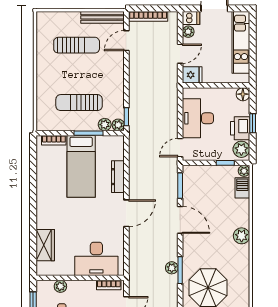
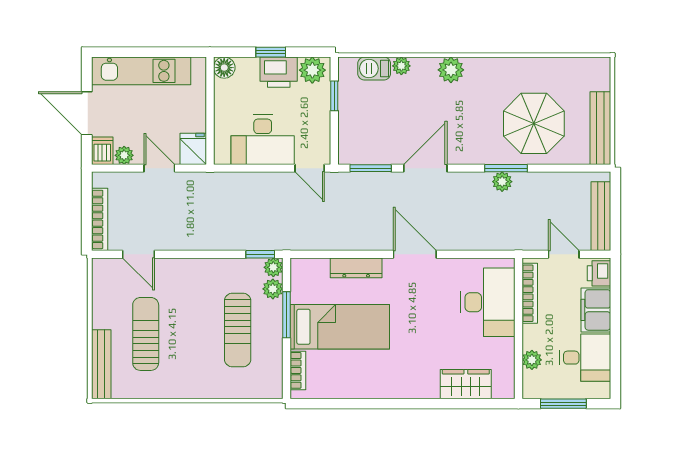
bench: (103, 17) -> (101, 364), moved
plant: (244, 171) -> (401, 66), moved
bookcase: (109, 285) -> (530, 293), width x1.56

